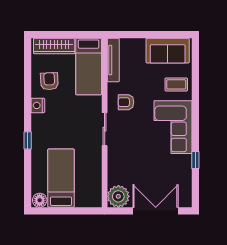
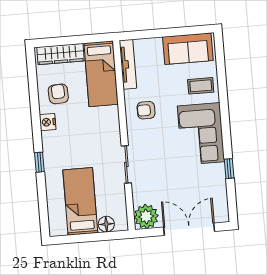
sliding door: (105, 129) -> (126, 164), moved
floor lamp: (40, 200) -> (106, 224), moved

